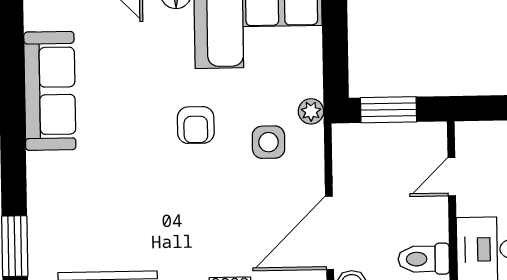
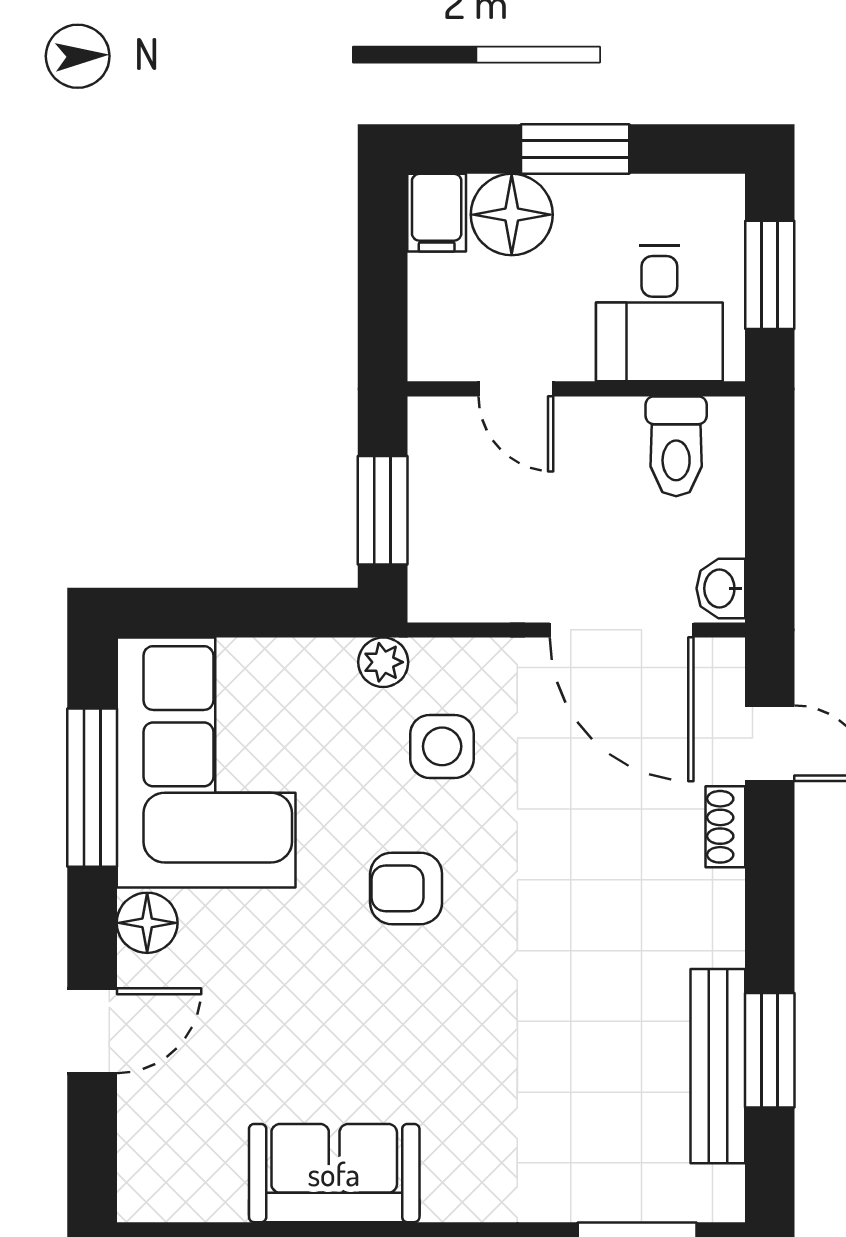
sofa: (50, 91) -> (334, 1173), width x0.73
armchair: (196, 125) -> (406, 888), turned 180

